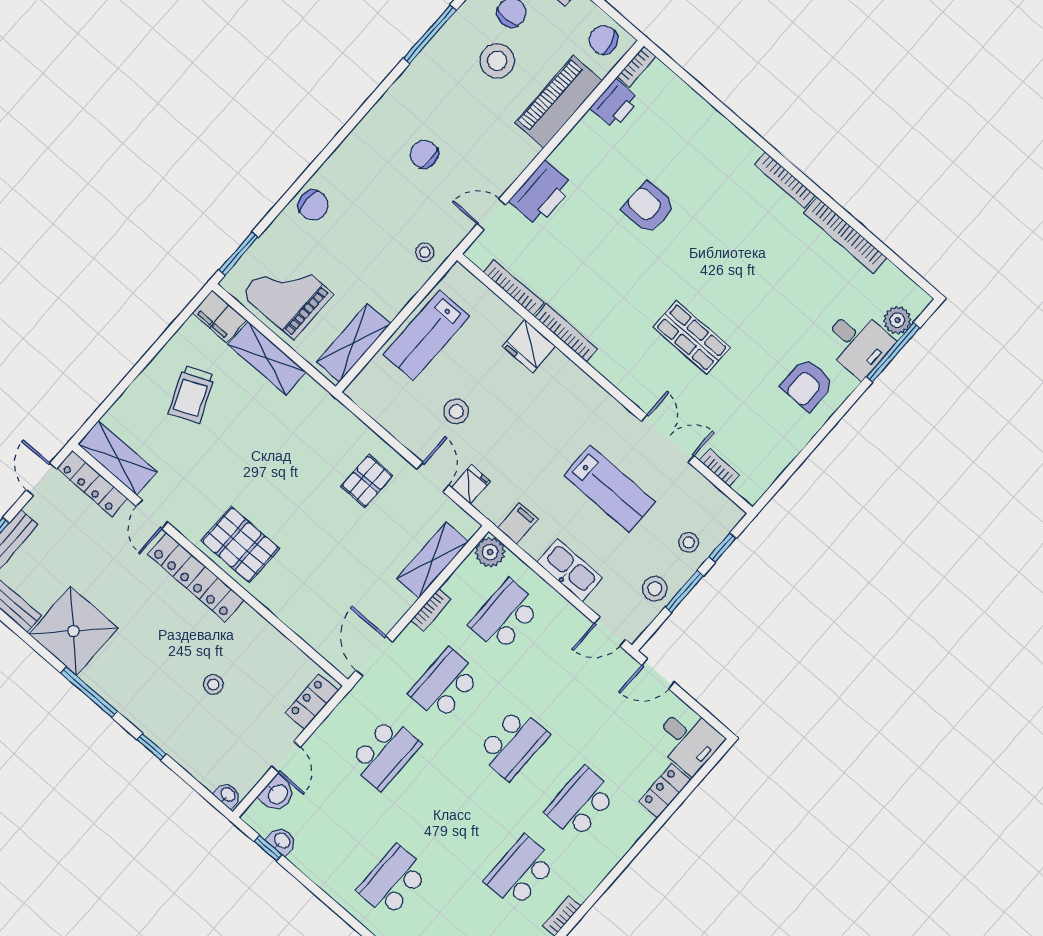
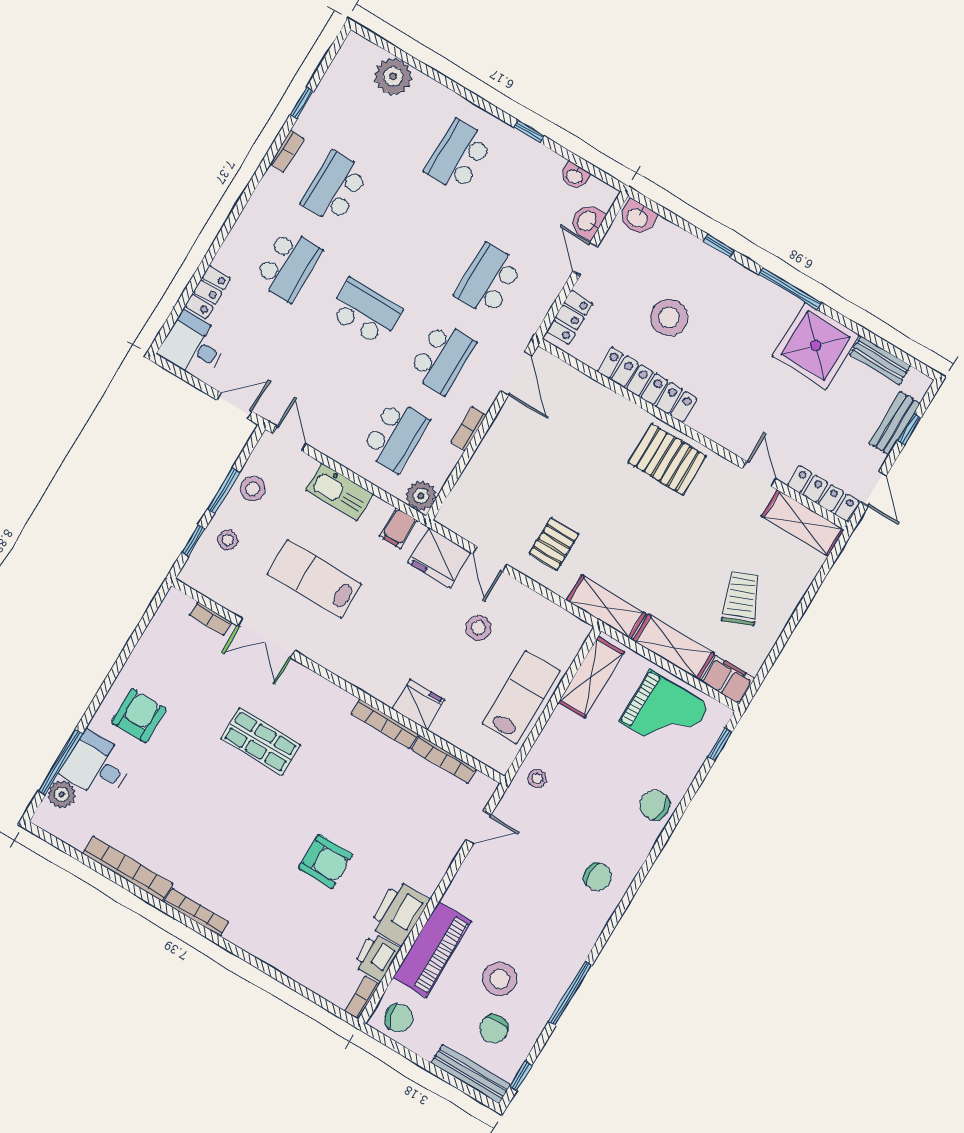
chair: (424, 154) -> (598, 877), moved
printer: (541, 193) -> (399, 913), moved
window: (238, 254) -> (720, 745), width x0.67
fridge: (471, 484) -> (439, 557), width x1.88, depth x1.34
shelving: (433, 560) -> (606, 607), moved, turned 90
locker: (196, 577) -> (647, 385), moved
door: (610, 632) -> (289, 439), hinge flipped
stool: (213, 684) -> (669, 317), width x1.89, depth x1.89
school desk: (513, 744) -> (365, 312), turned 90
washbasin: (228, 795) -> (637, 218), width x1.38, depth x1.45
window: (268, 848) -> (529, 132), moved
school desk: (521, 872) -> (335, 187), turned 180
school desk: (393, 881) -> (459, 156), turned 180

